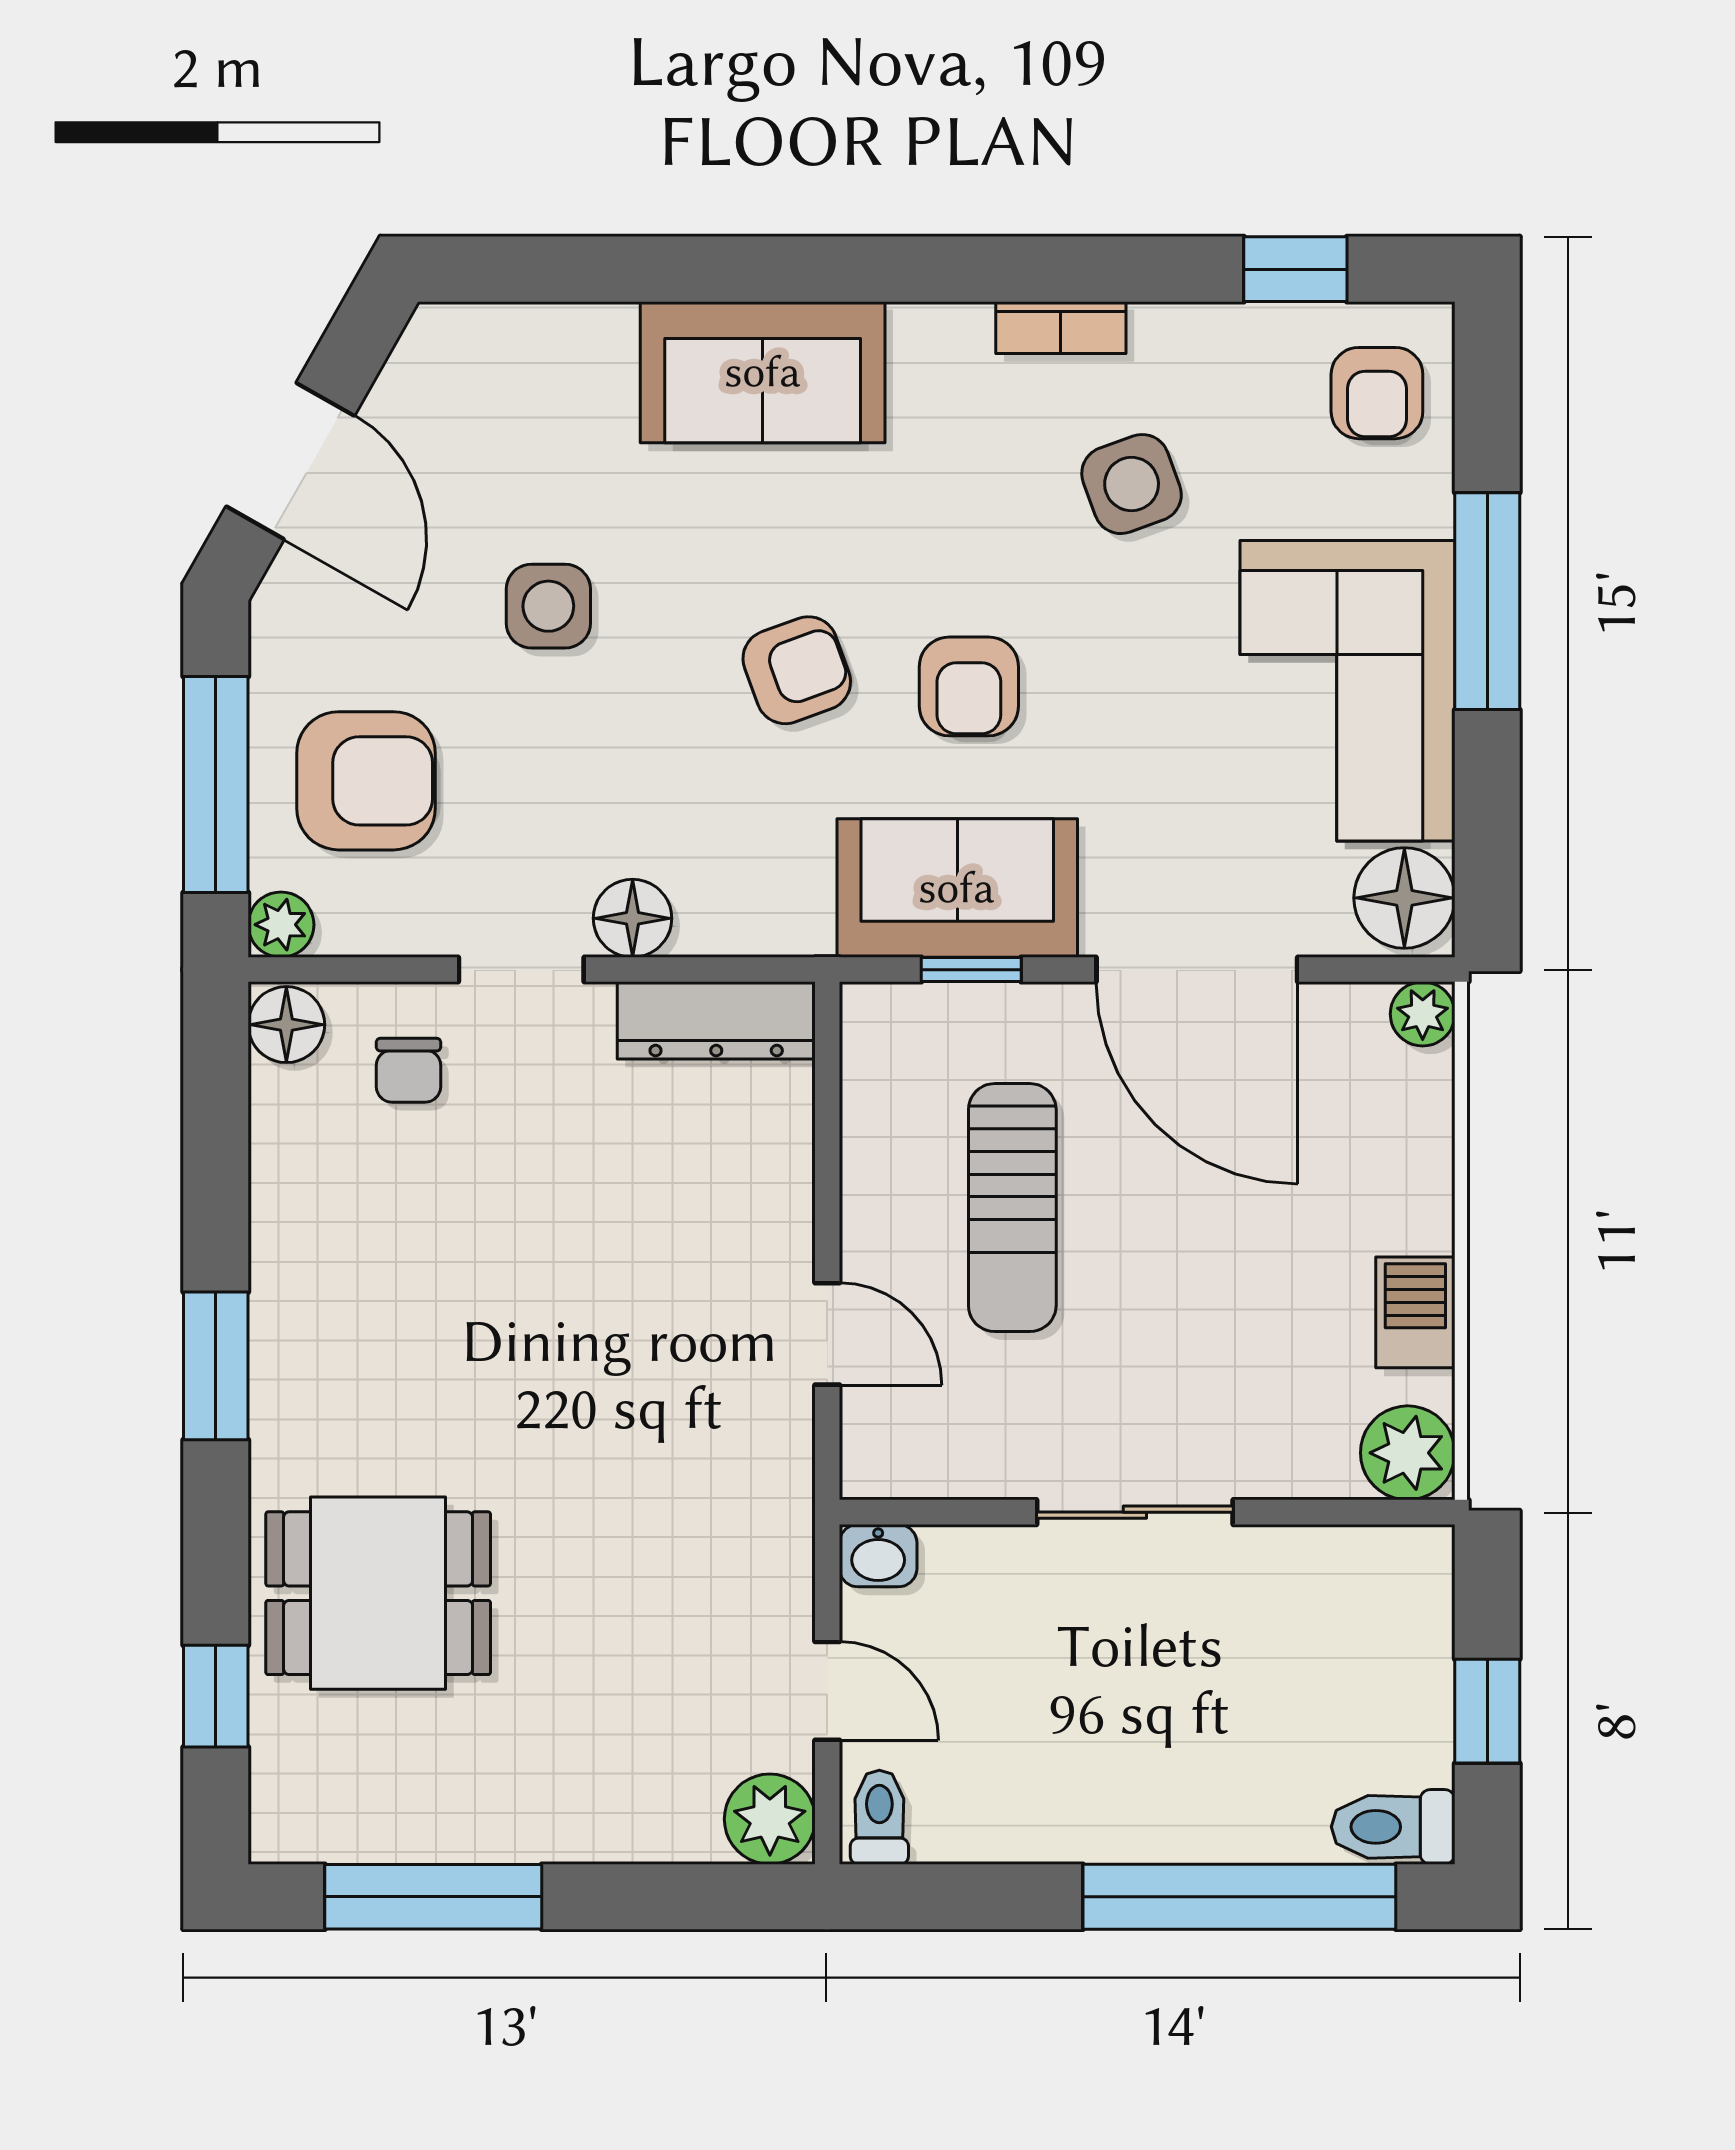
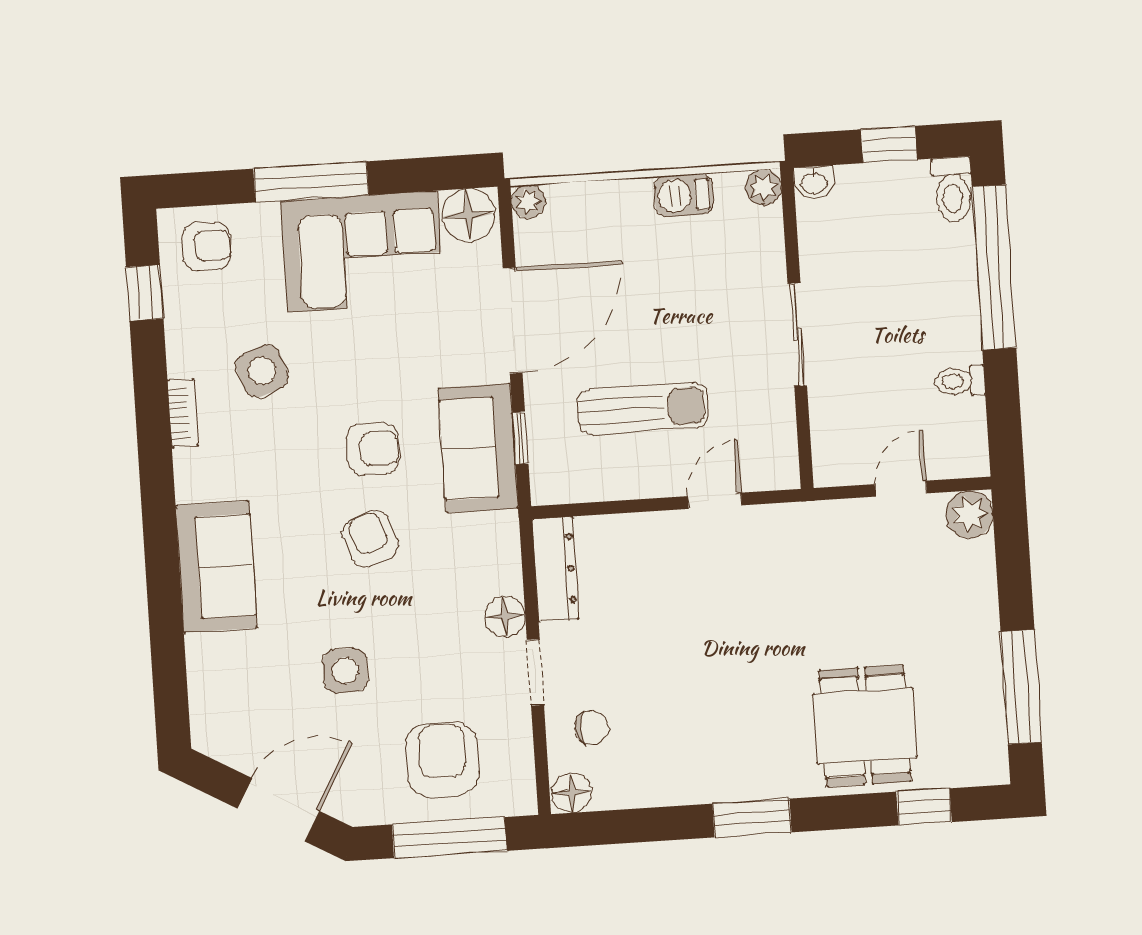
plant: (281, 925) -> (520, 799), removed
plant: (1408, 1453) -> (763, 187), width x0.73, depth x0.73
washbasin: (878, 1556) -> (814, 183), moved, turned 90
toilet: (879, 1817) -> (960, 381), moved

